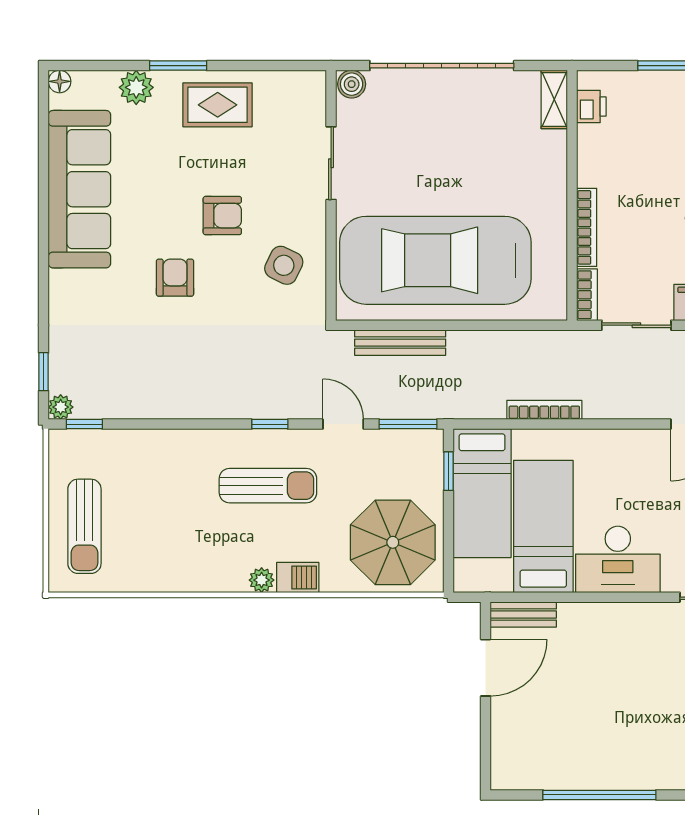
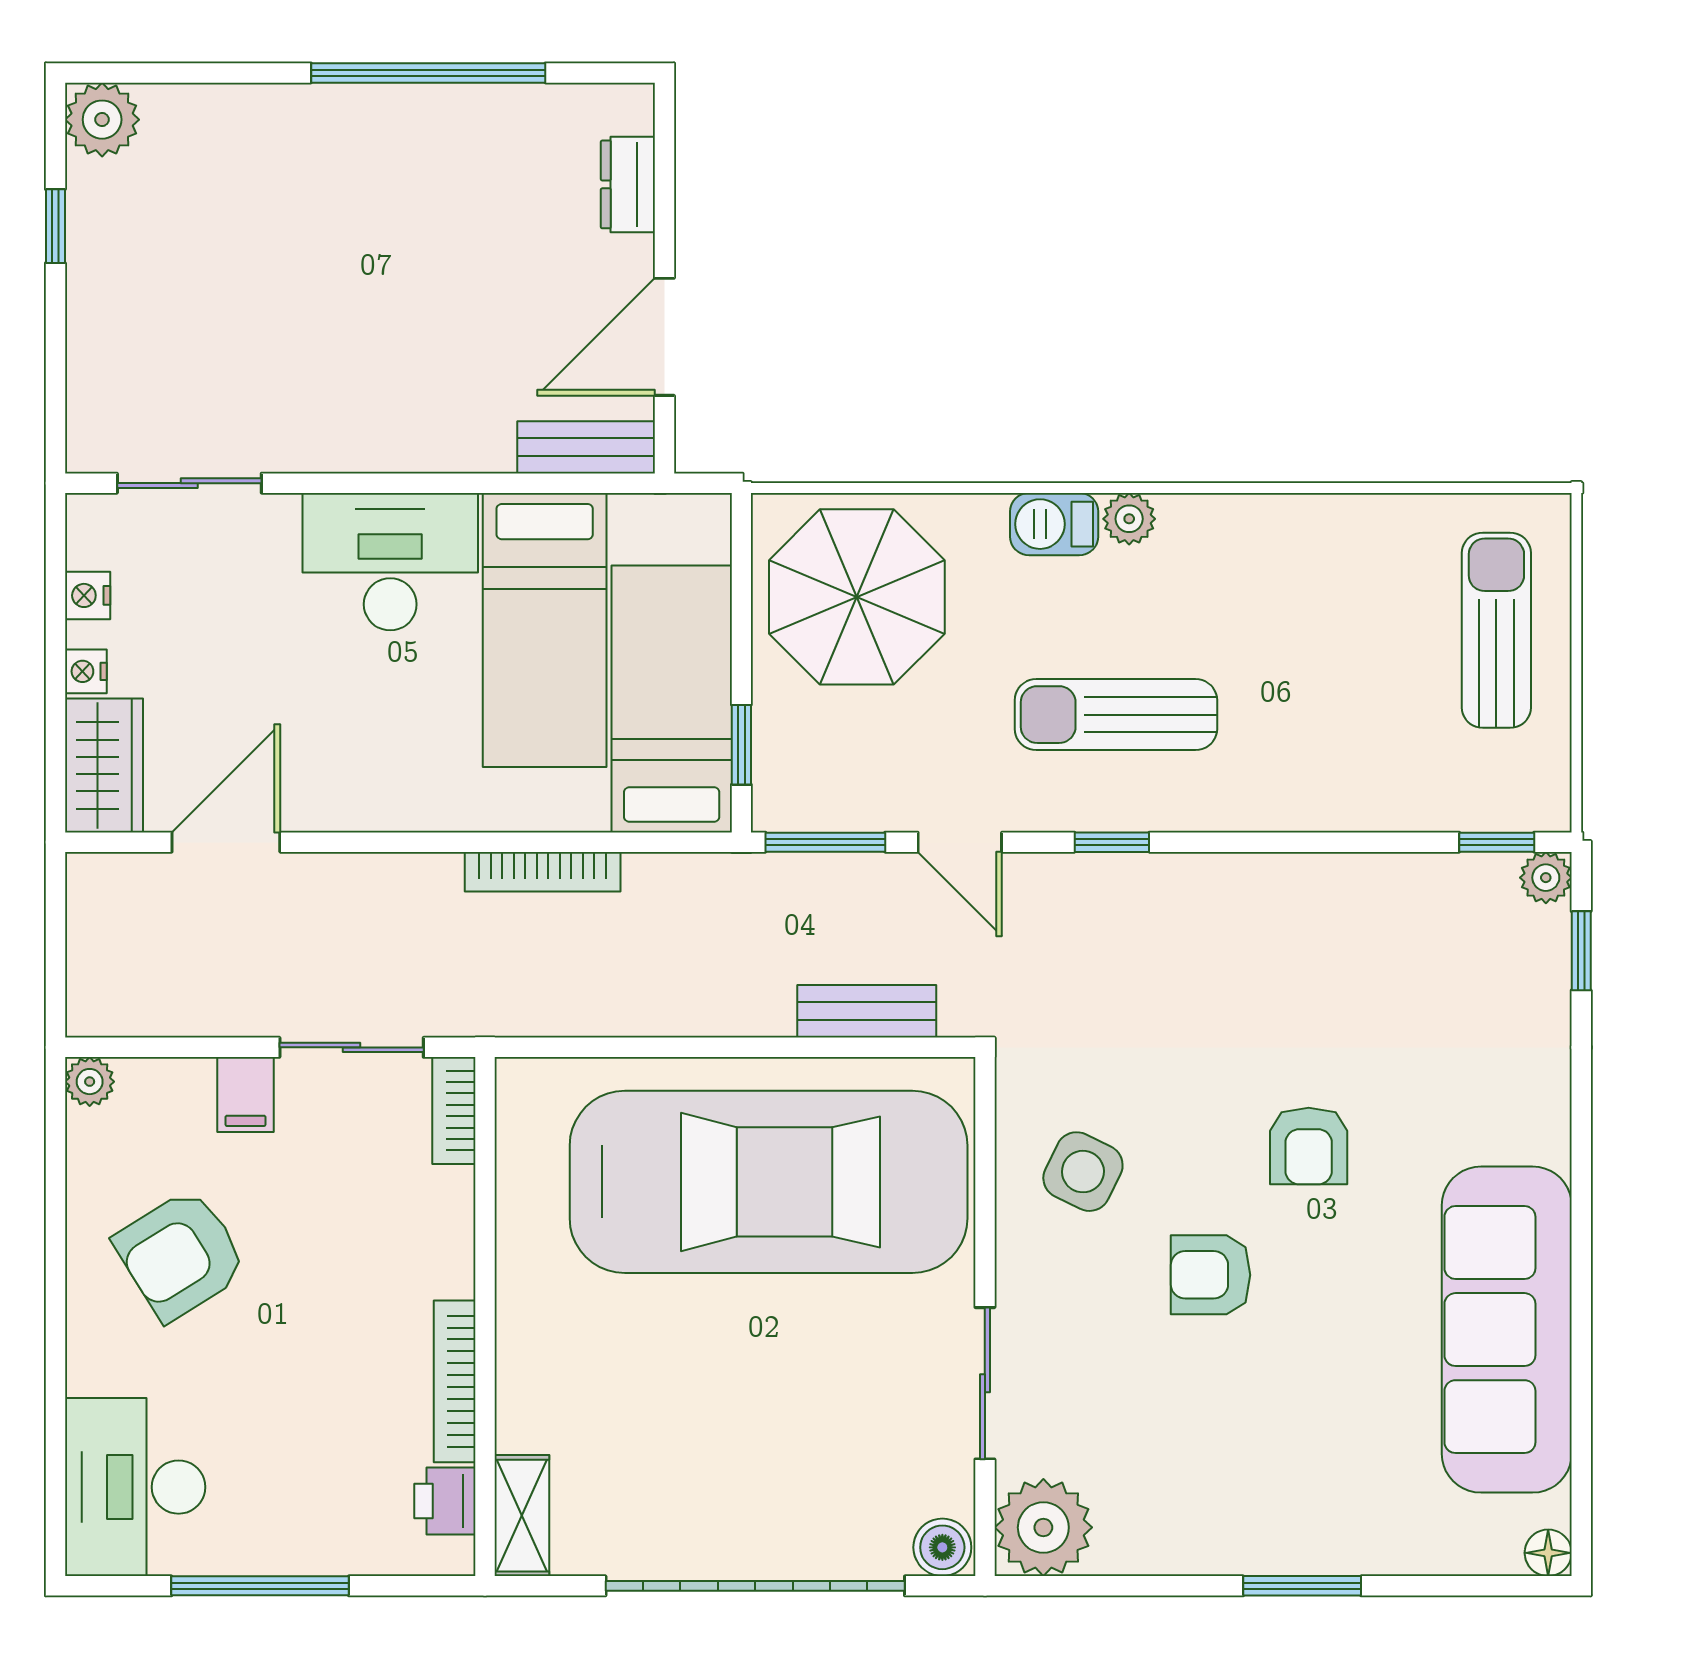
plant: (136, 87) -> (1043, 1527), moved, width x1.36, depth x1.36
rug: (218, 105) -> (1220, 1504), removed
bookcase: (587, 227) -> (455, 1381), moved
bench: (400, 343) -> (867, 1011), width x0.73
dresser: (503, 741) -> (628, 184), added

